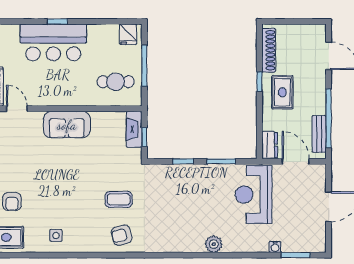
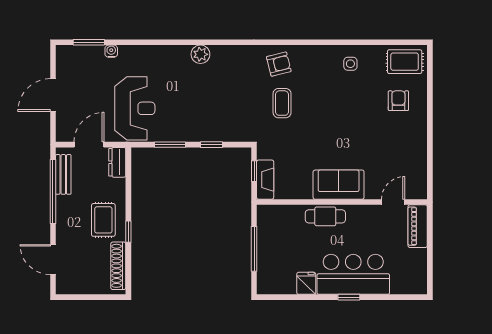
fridge: (128, 34) -> (306, 283), moved
cafe table: (116, 82) -> (325, 216), moved
door: (17, 109) -> (393, 202), swing flipped
door: (296, 161) -> (89, 145), swing flipped
coffee table: (119, 199) -> (282, 103), turned 90
plant: (214, 244) -> (200, 54), moved

